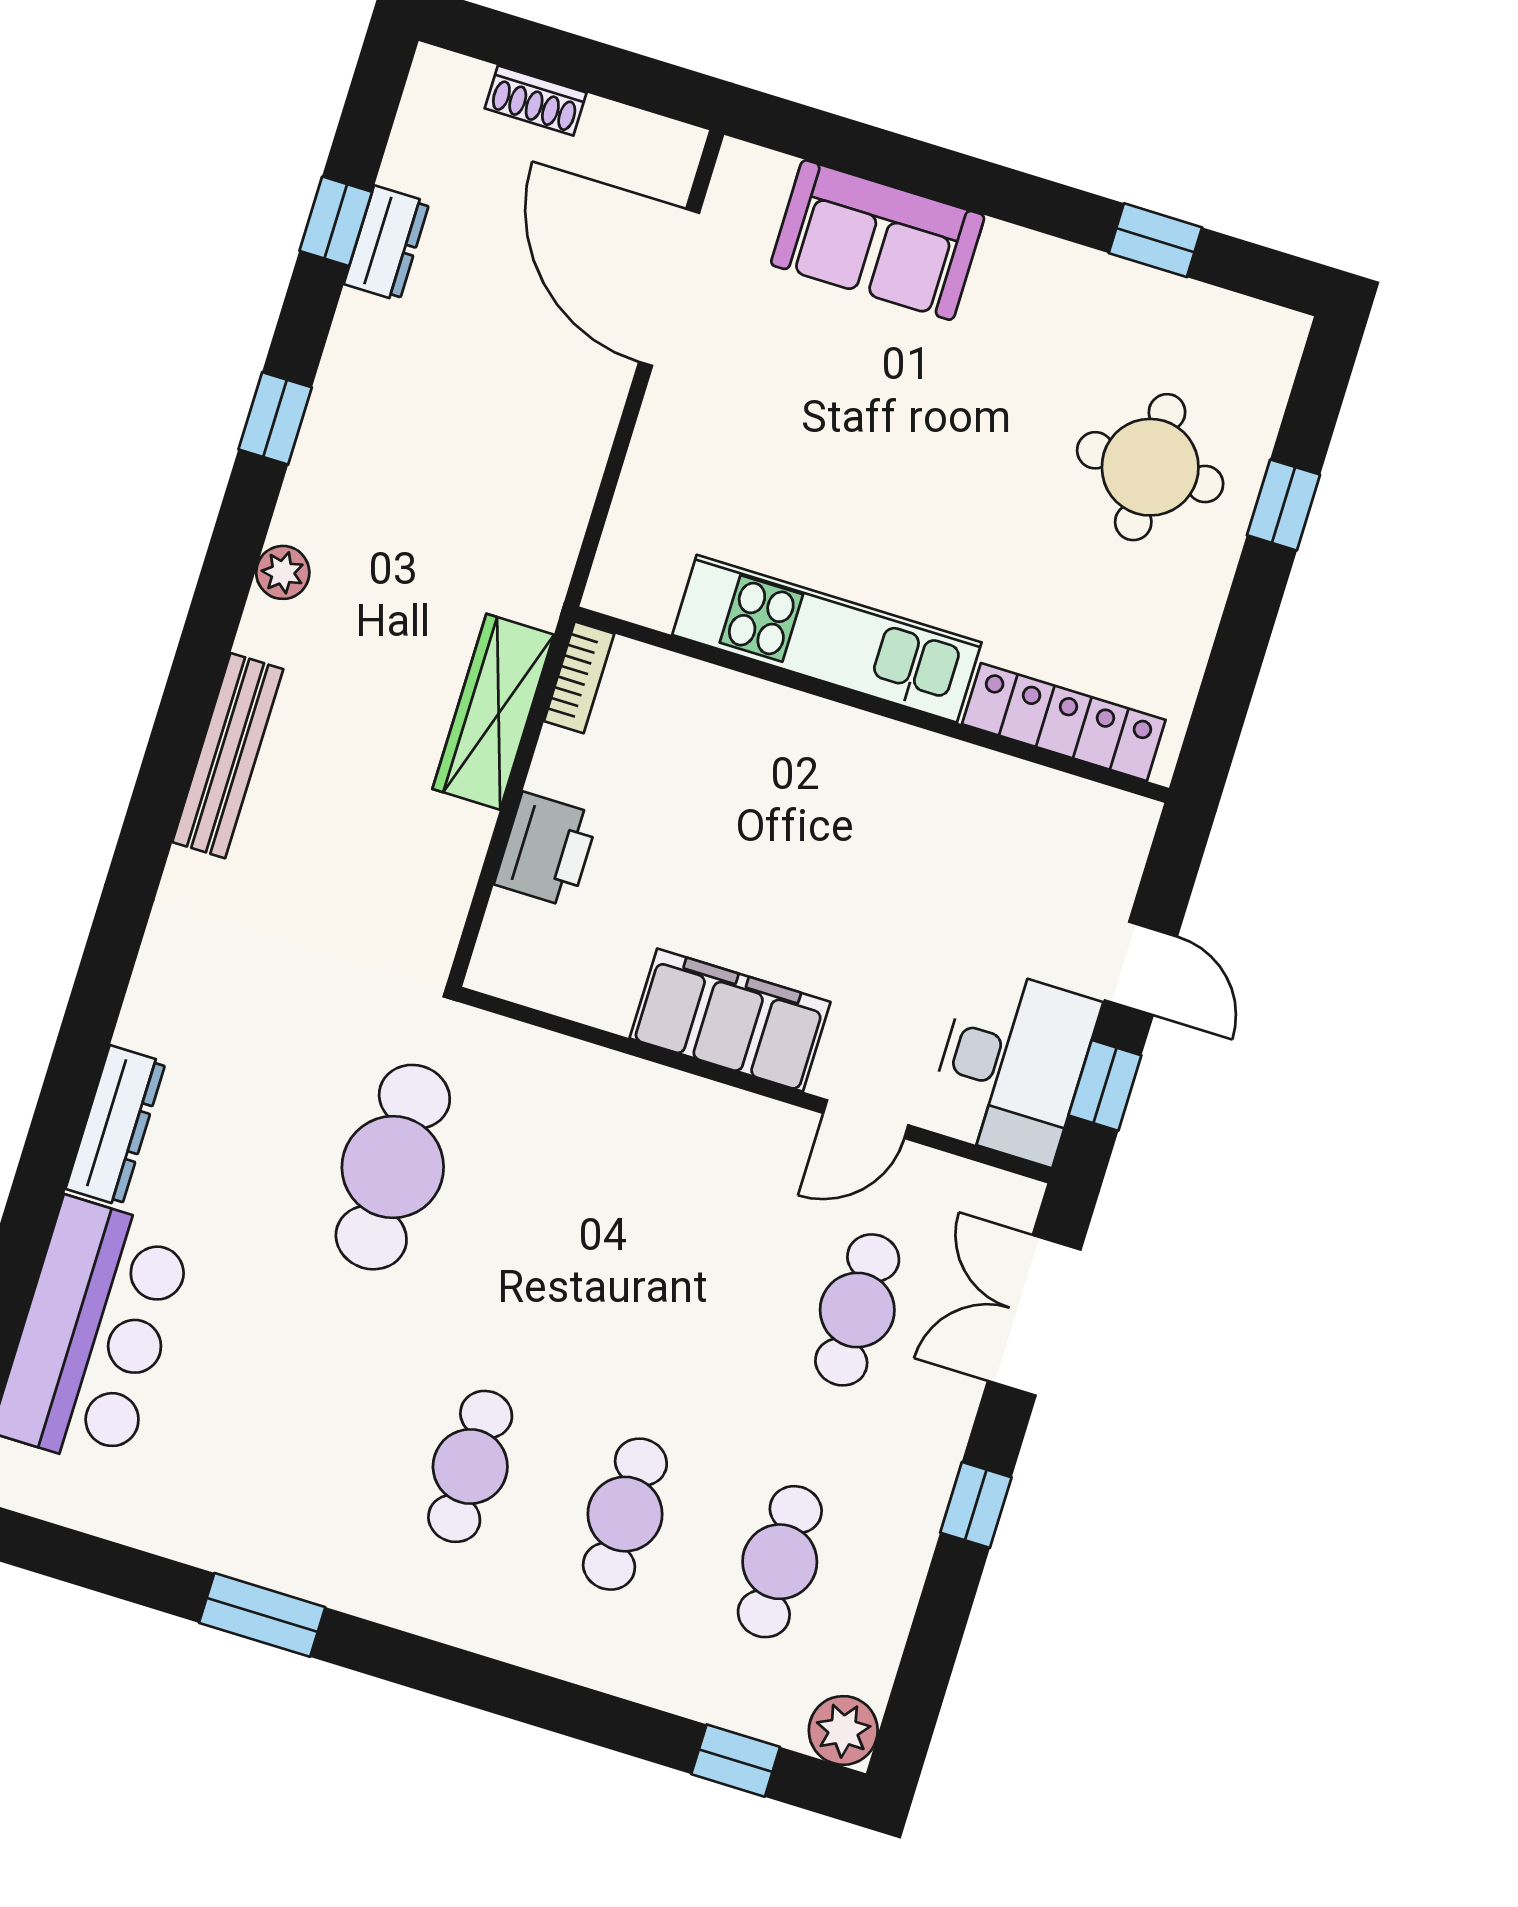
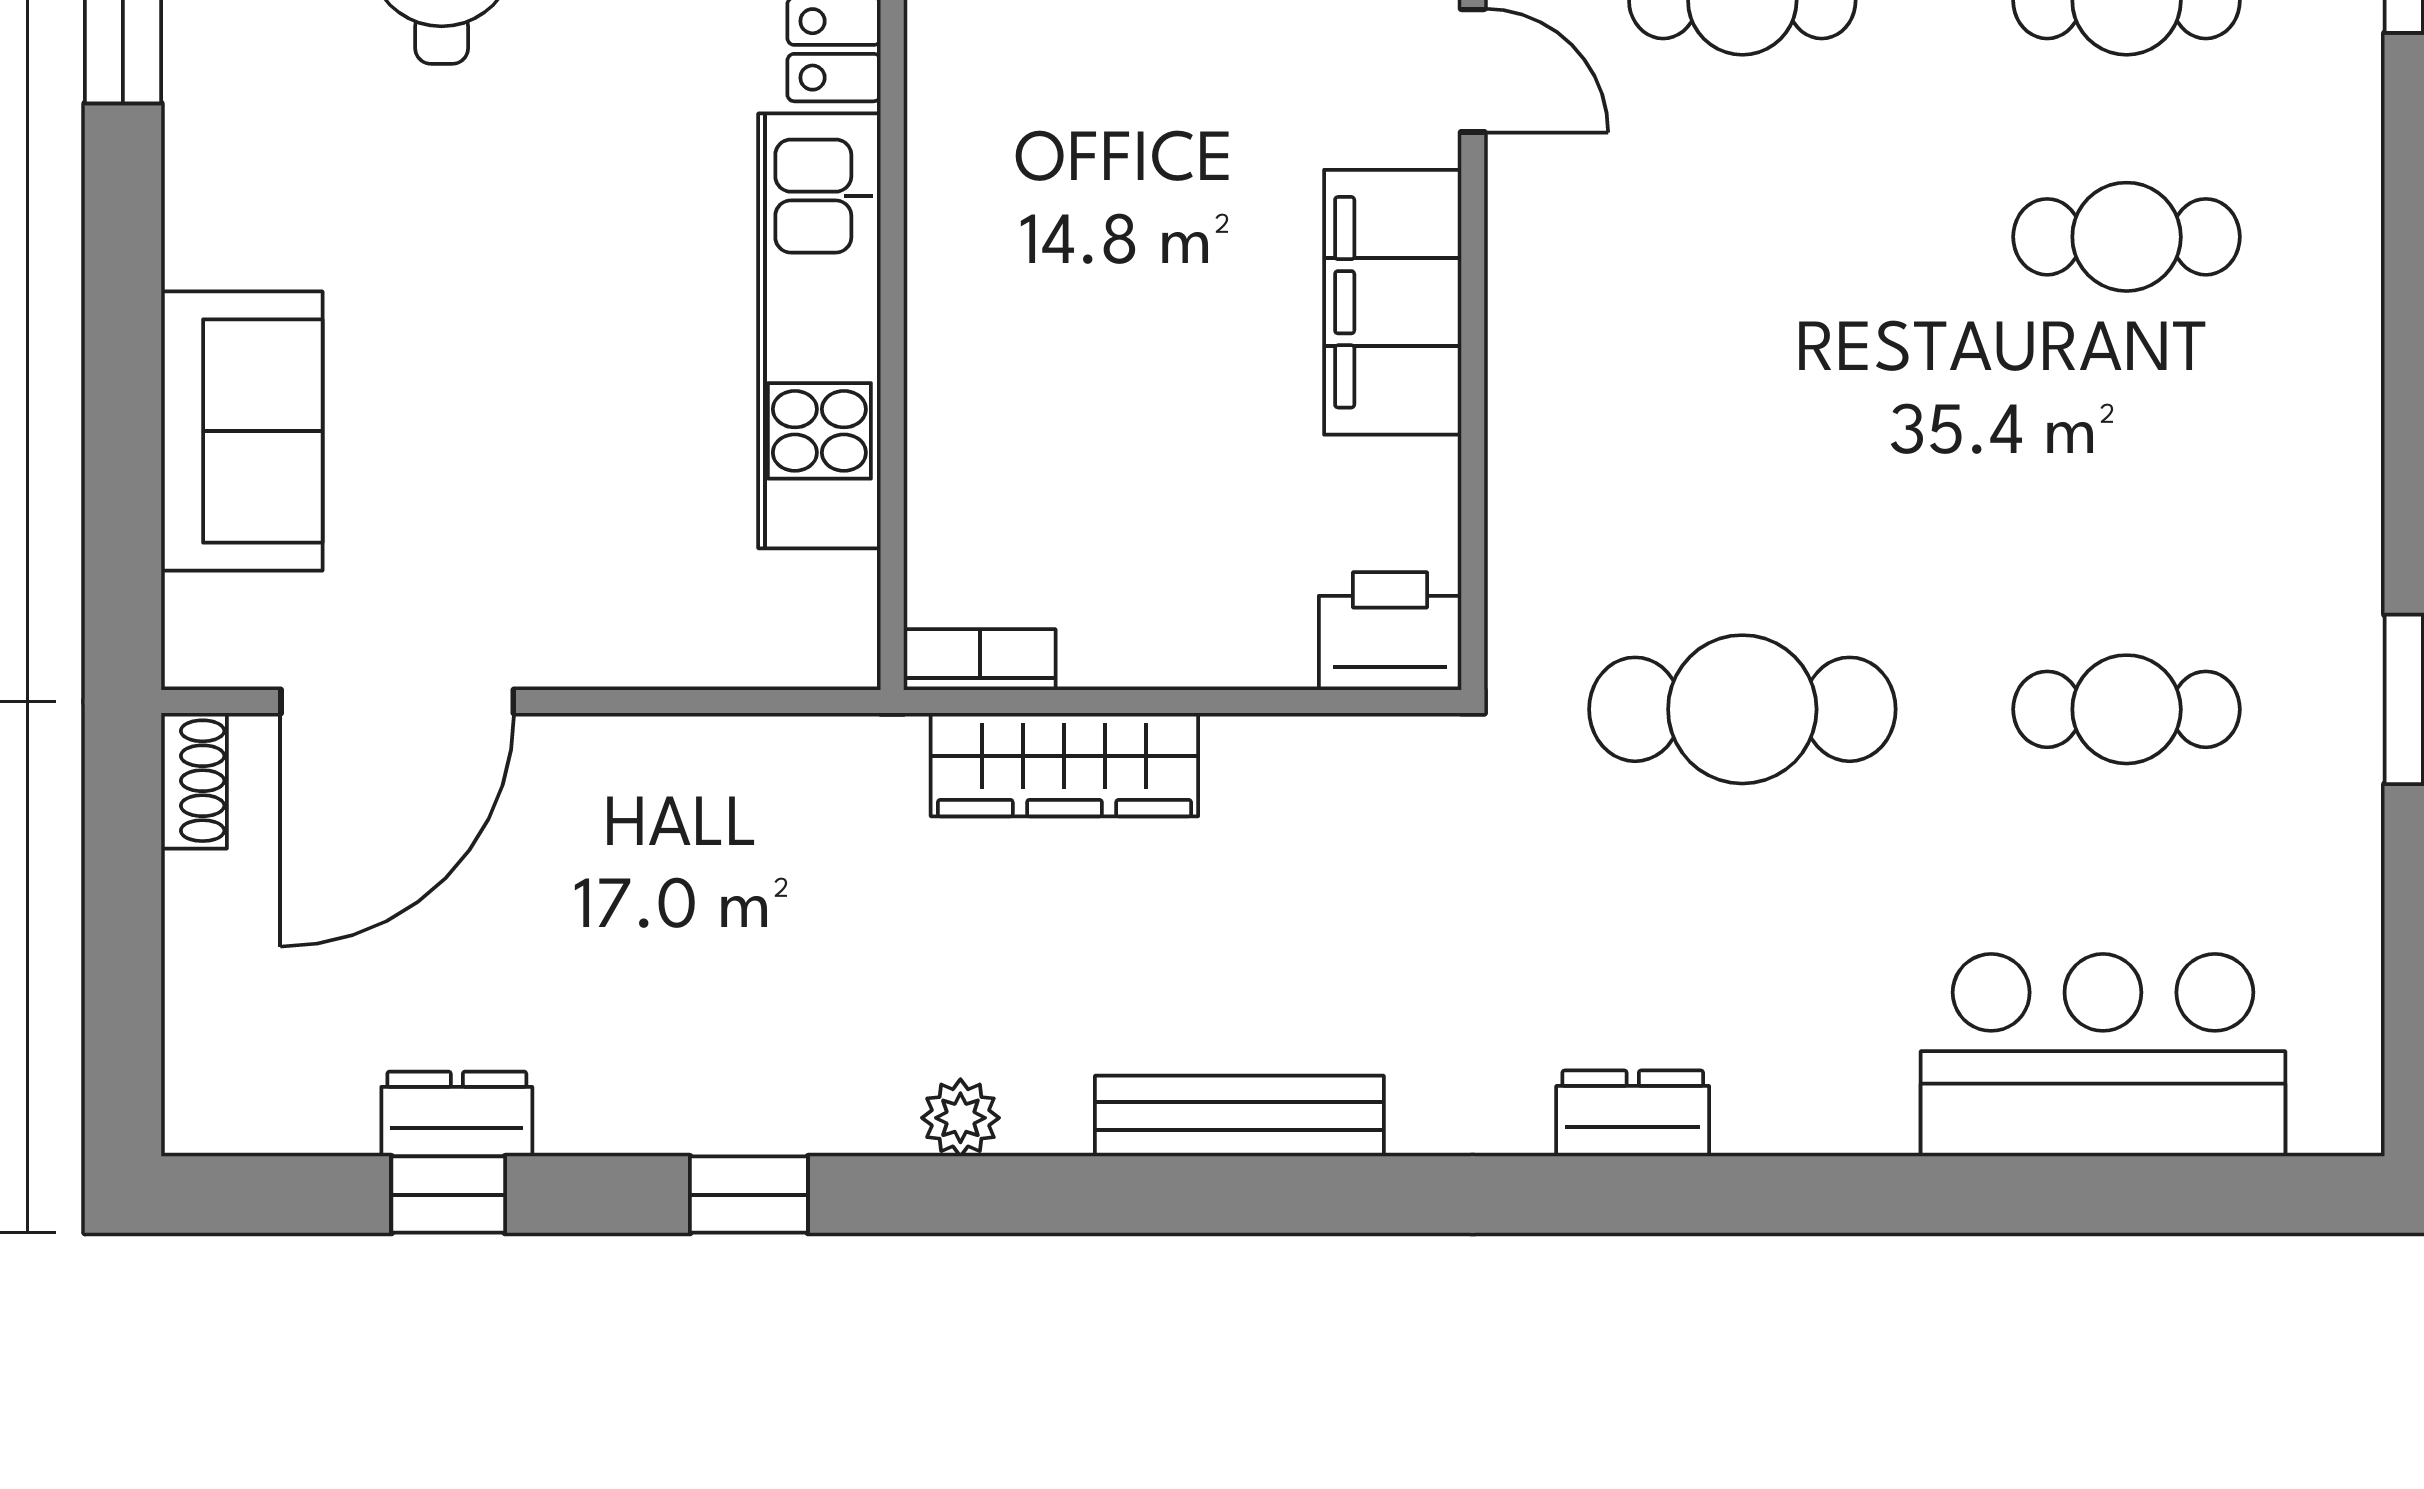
shoe rack: (536, 100) -> (194, 781), moved
printer: (547, 850) -> (1390, 631), moved
dresser: (116, 1125) -> (1633, 1113), moved, width x0.70
cafe table: (470, 1466) -> (2127, 709), moved

